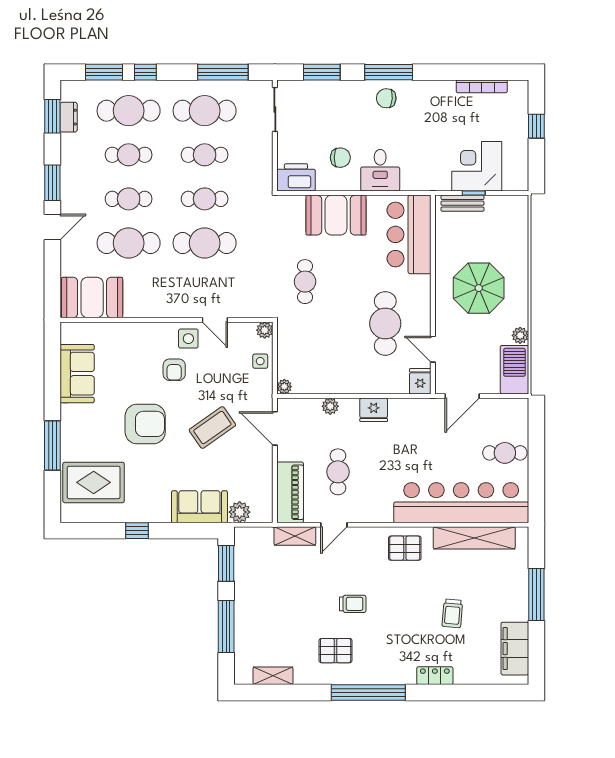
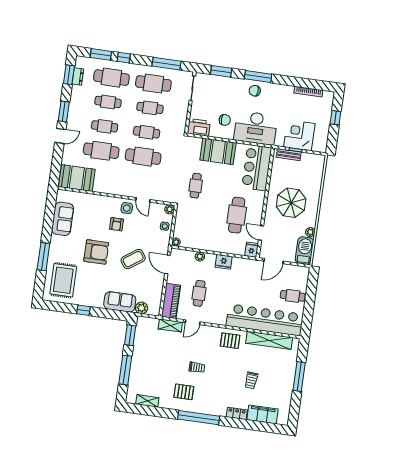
desk: (380, 170) -> (256, 128), width x1.87, depth x1.30
rug: (94, 482) -> (63, 280), turned 90
filing cabinet: (515, 649) -> (263, 414), moved, turned 90

